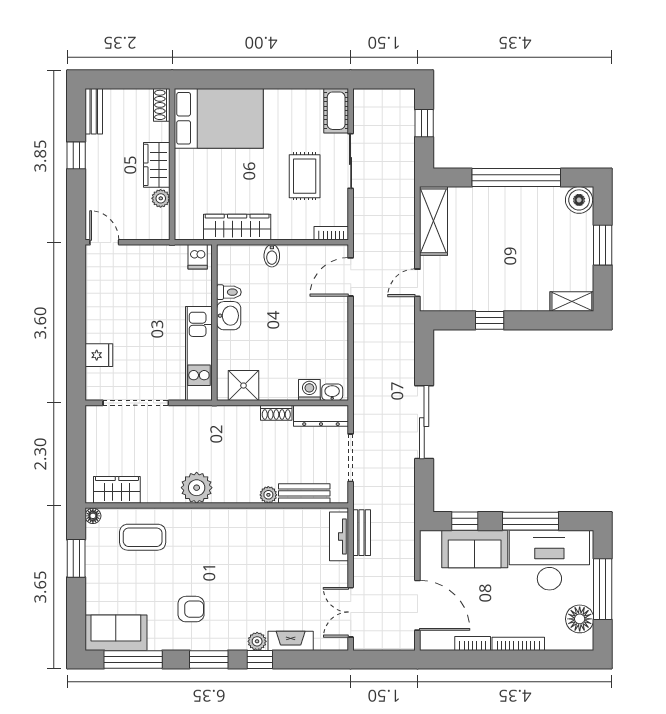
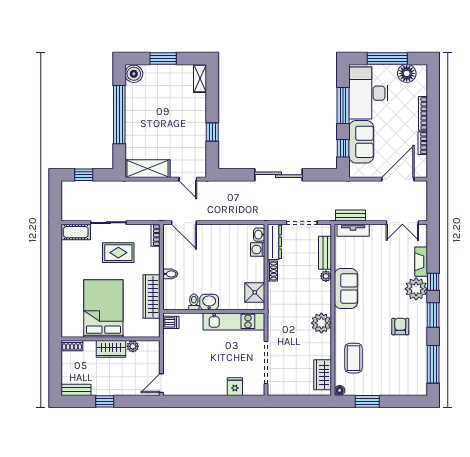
bed: (219, 118) -> (103, 309), moved
sofa: (116, 633) -> (346, 288), moved, turned 180
plant: (257, 641) -> (416, 289), width x1.88, depth x1.88

